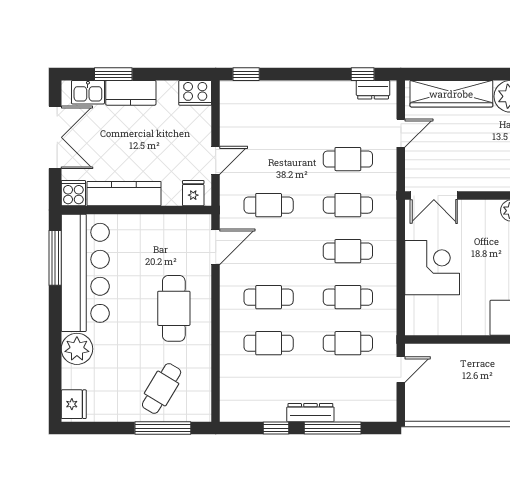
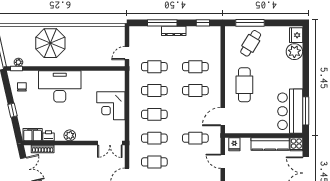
door: (216, 160) -> (223, 161), hinge flipped
double door: (434, 196) -> (110, 143), swing flipped
bar counter: (85, 273) -> (290, 111), width x0.73
plant: (77, 349) -> (294, 52), moved
window: (276, 428) -> (203, 23), moved

